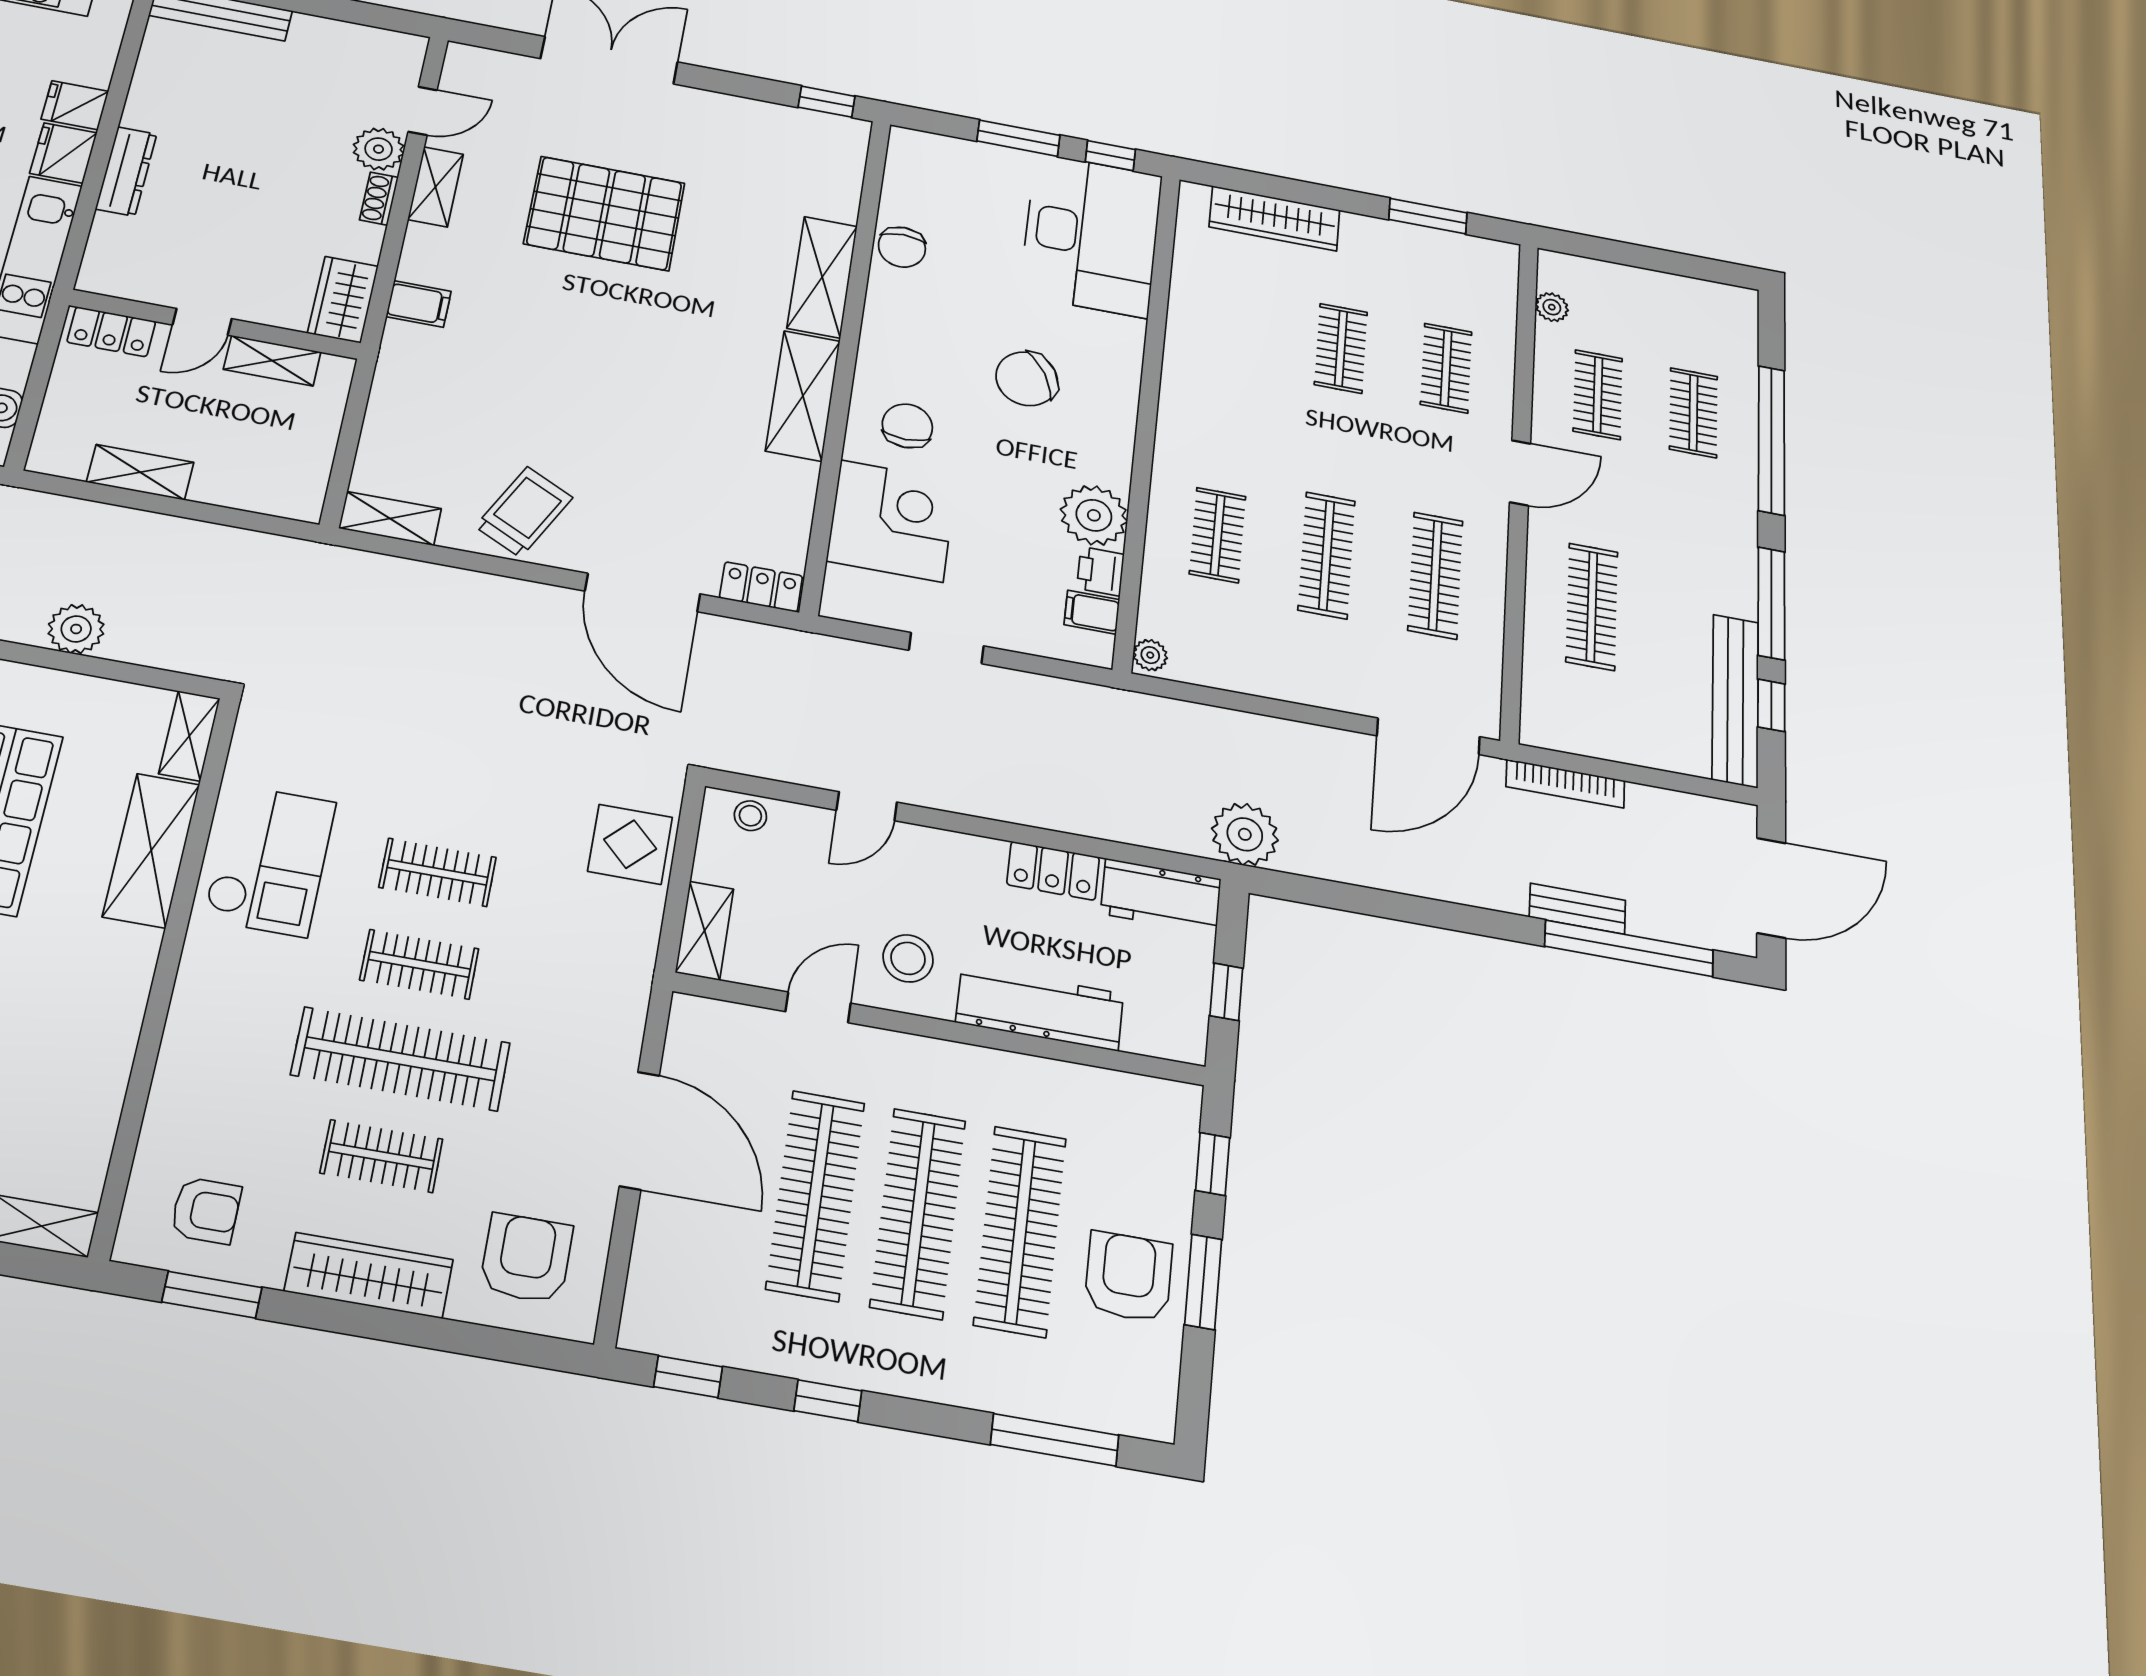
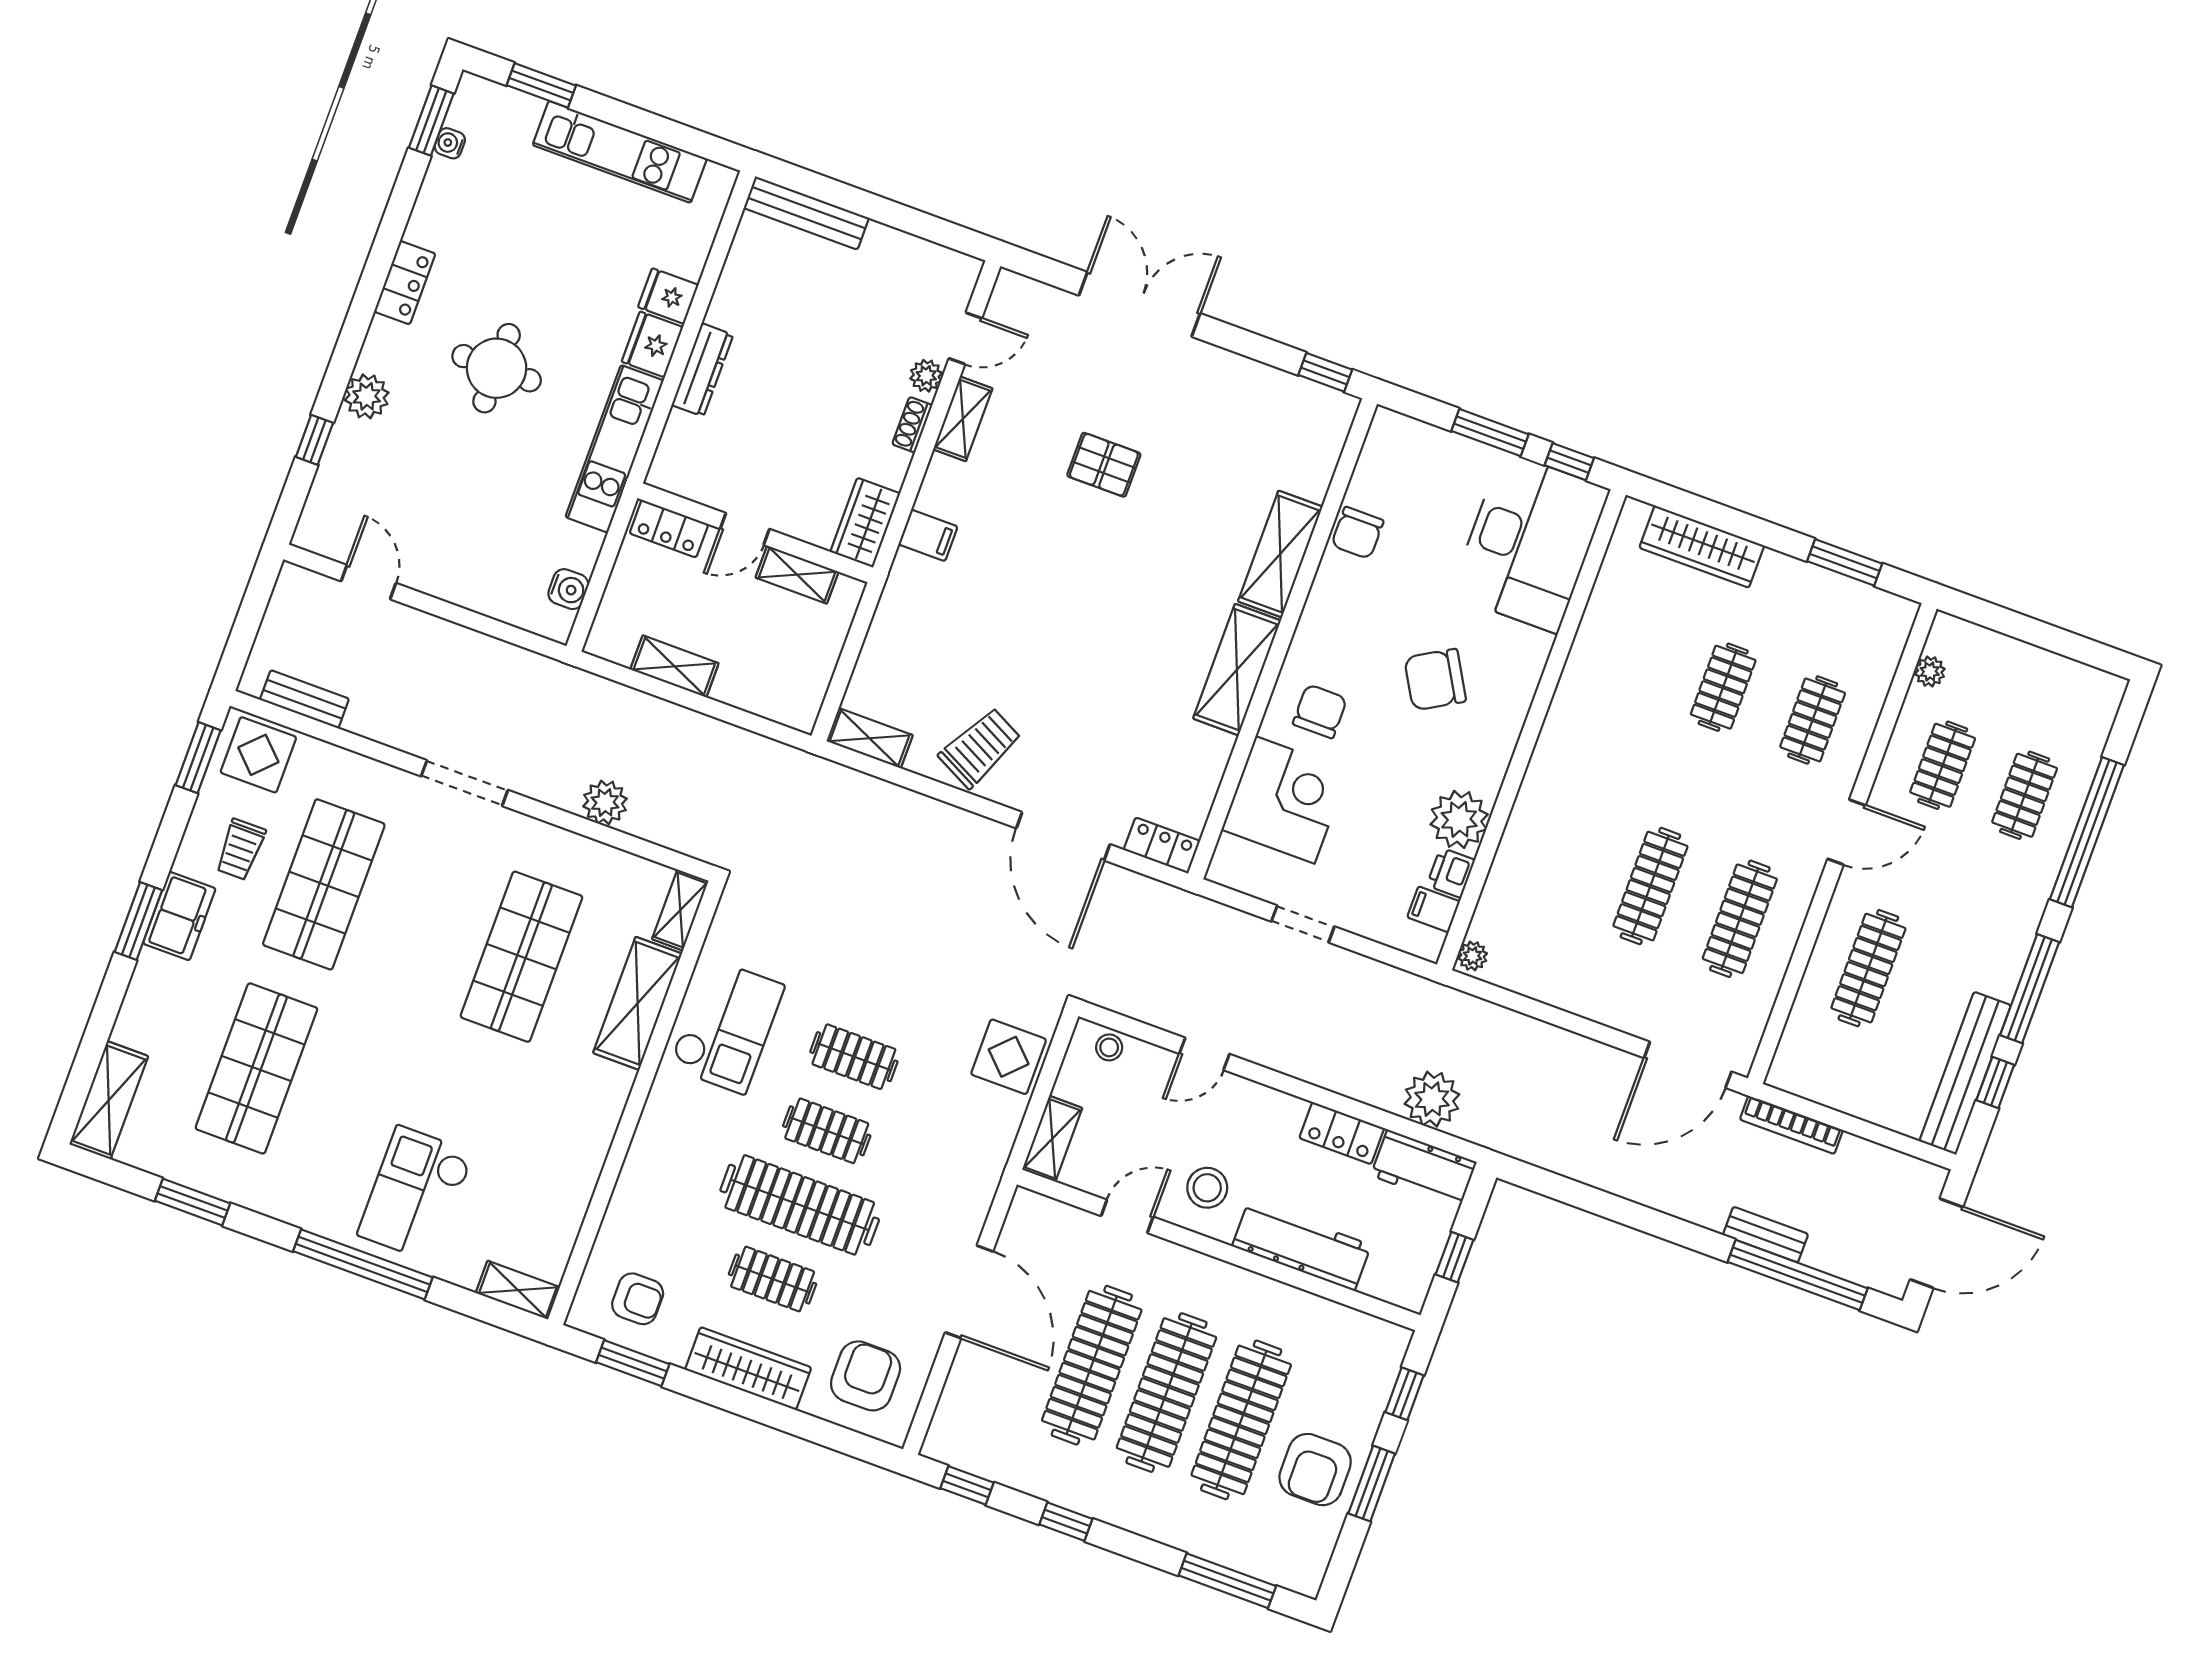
plant: (379, 149) -> (926, 376), width x0.73, depth x0.73
pallet: (605, 213) -> (1104, 465), width x0.49, depth x0.50
clothes rail: (1218, 535) -> (1561, 853), removed
plant: (1245, 834) -> (1432, 1099), moved
armchair: (1128, 1277) -> (1315, 1470), turned 180

